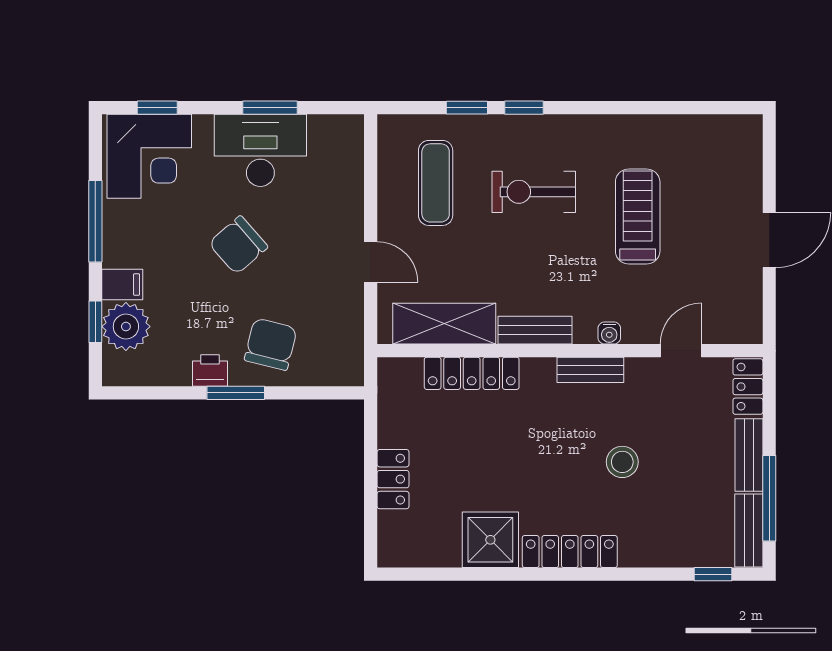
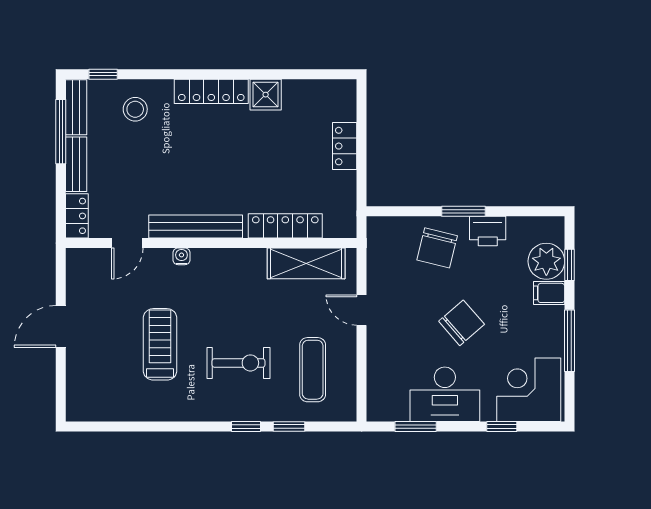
window: (157, 108) -> (502, 426), moved
window: (270, 108) -> (416, 426), moved
treadmill: (638, 216) -> (160, 344), turned 180
bench: (535, 330) -> (238, 259), removed
printer: (210, 370) -> (488, 231), width x1.36, depth x1.24
bench: (590, 370) -> (196, 226), width x1.86, depth x1.21
stool: (622, 462) -> (135, 109), moved
shower: (490, 540) -> (266, 95), width x0.73, depth x0.73

